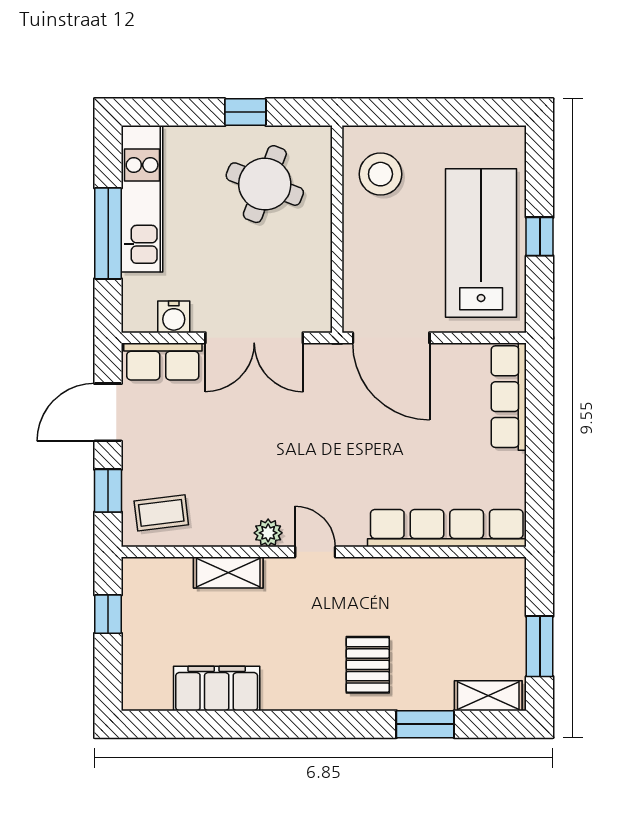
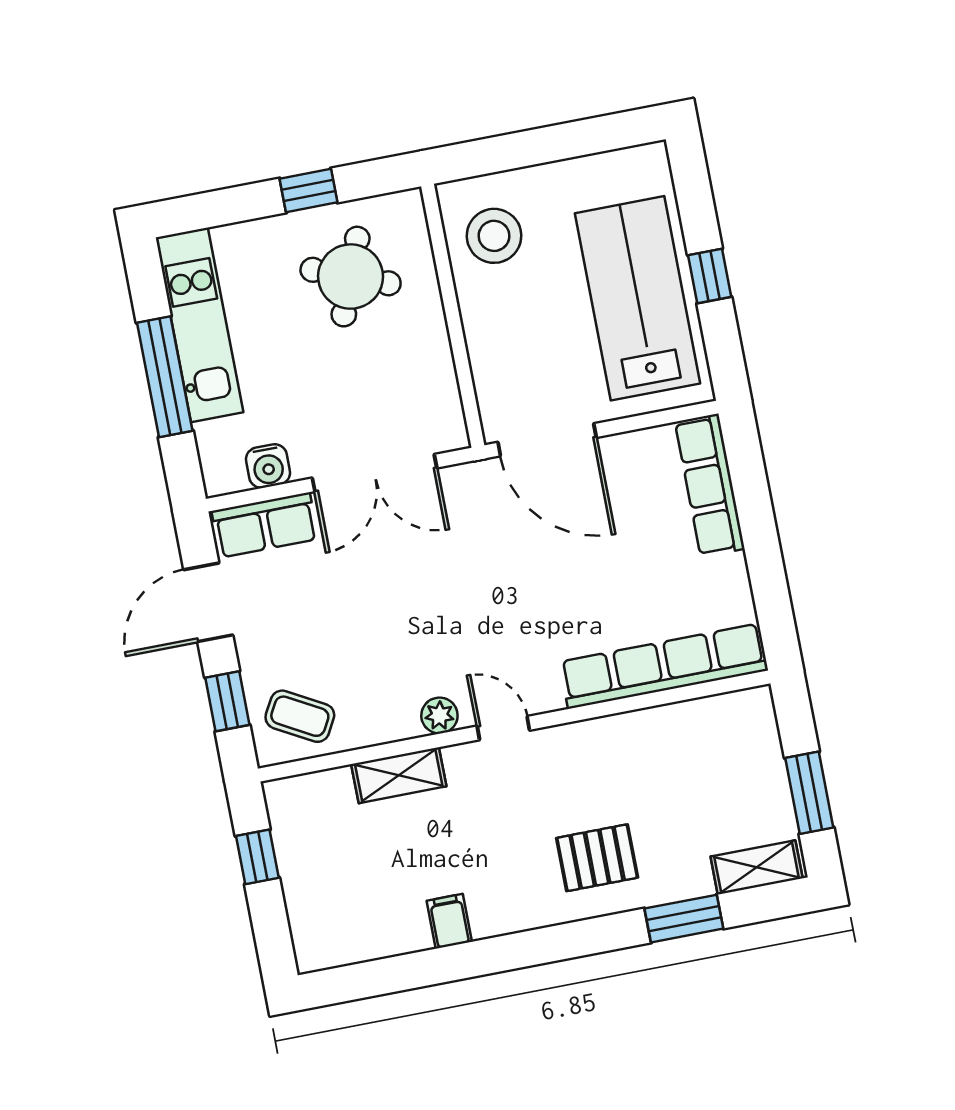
coffee table: (161, 513) -> (300, 716), turned 36
pallet: (368, 665) -> (597, 858), turned 90
filing cabinet: (217, 688) -> (449, 921), width x0.33, depth x0.86

